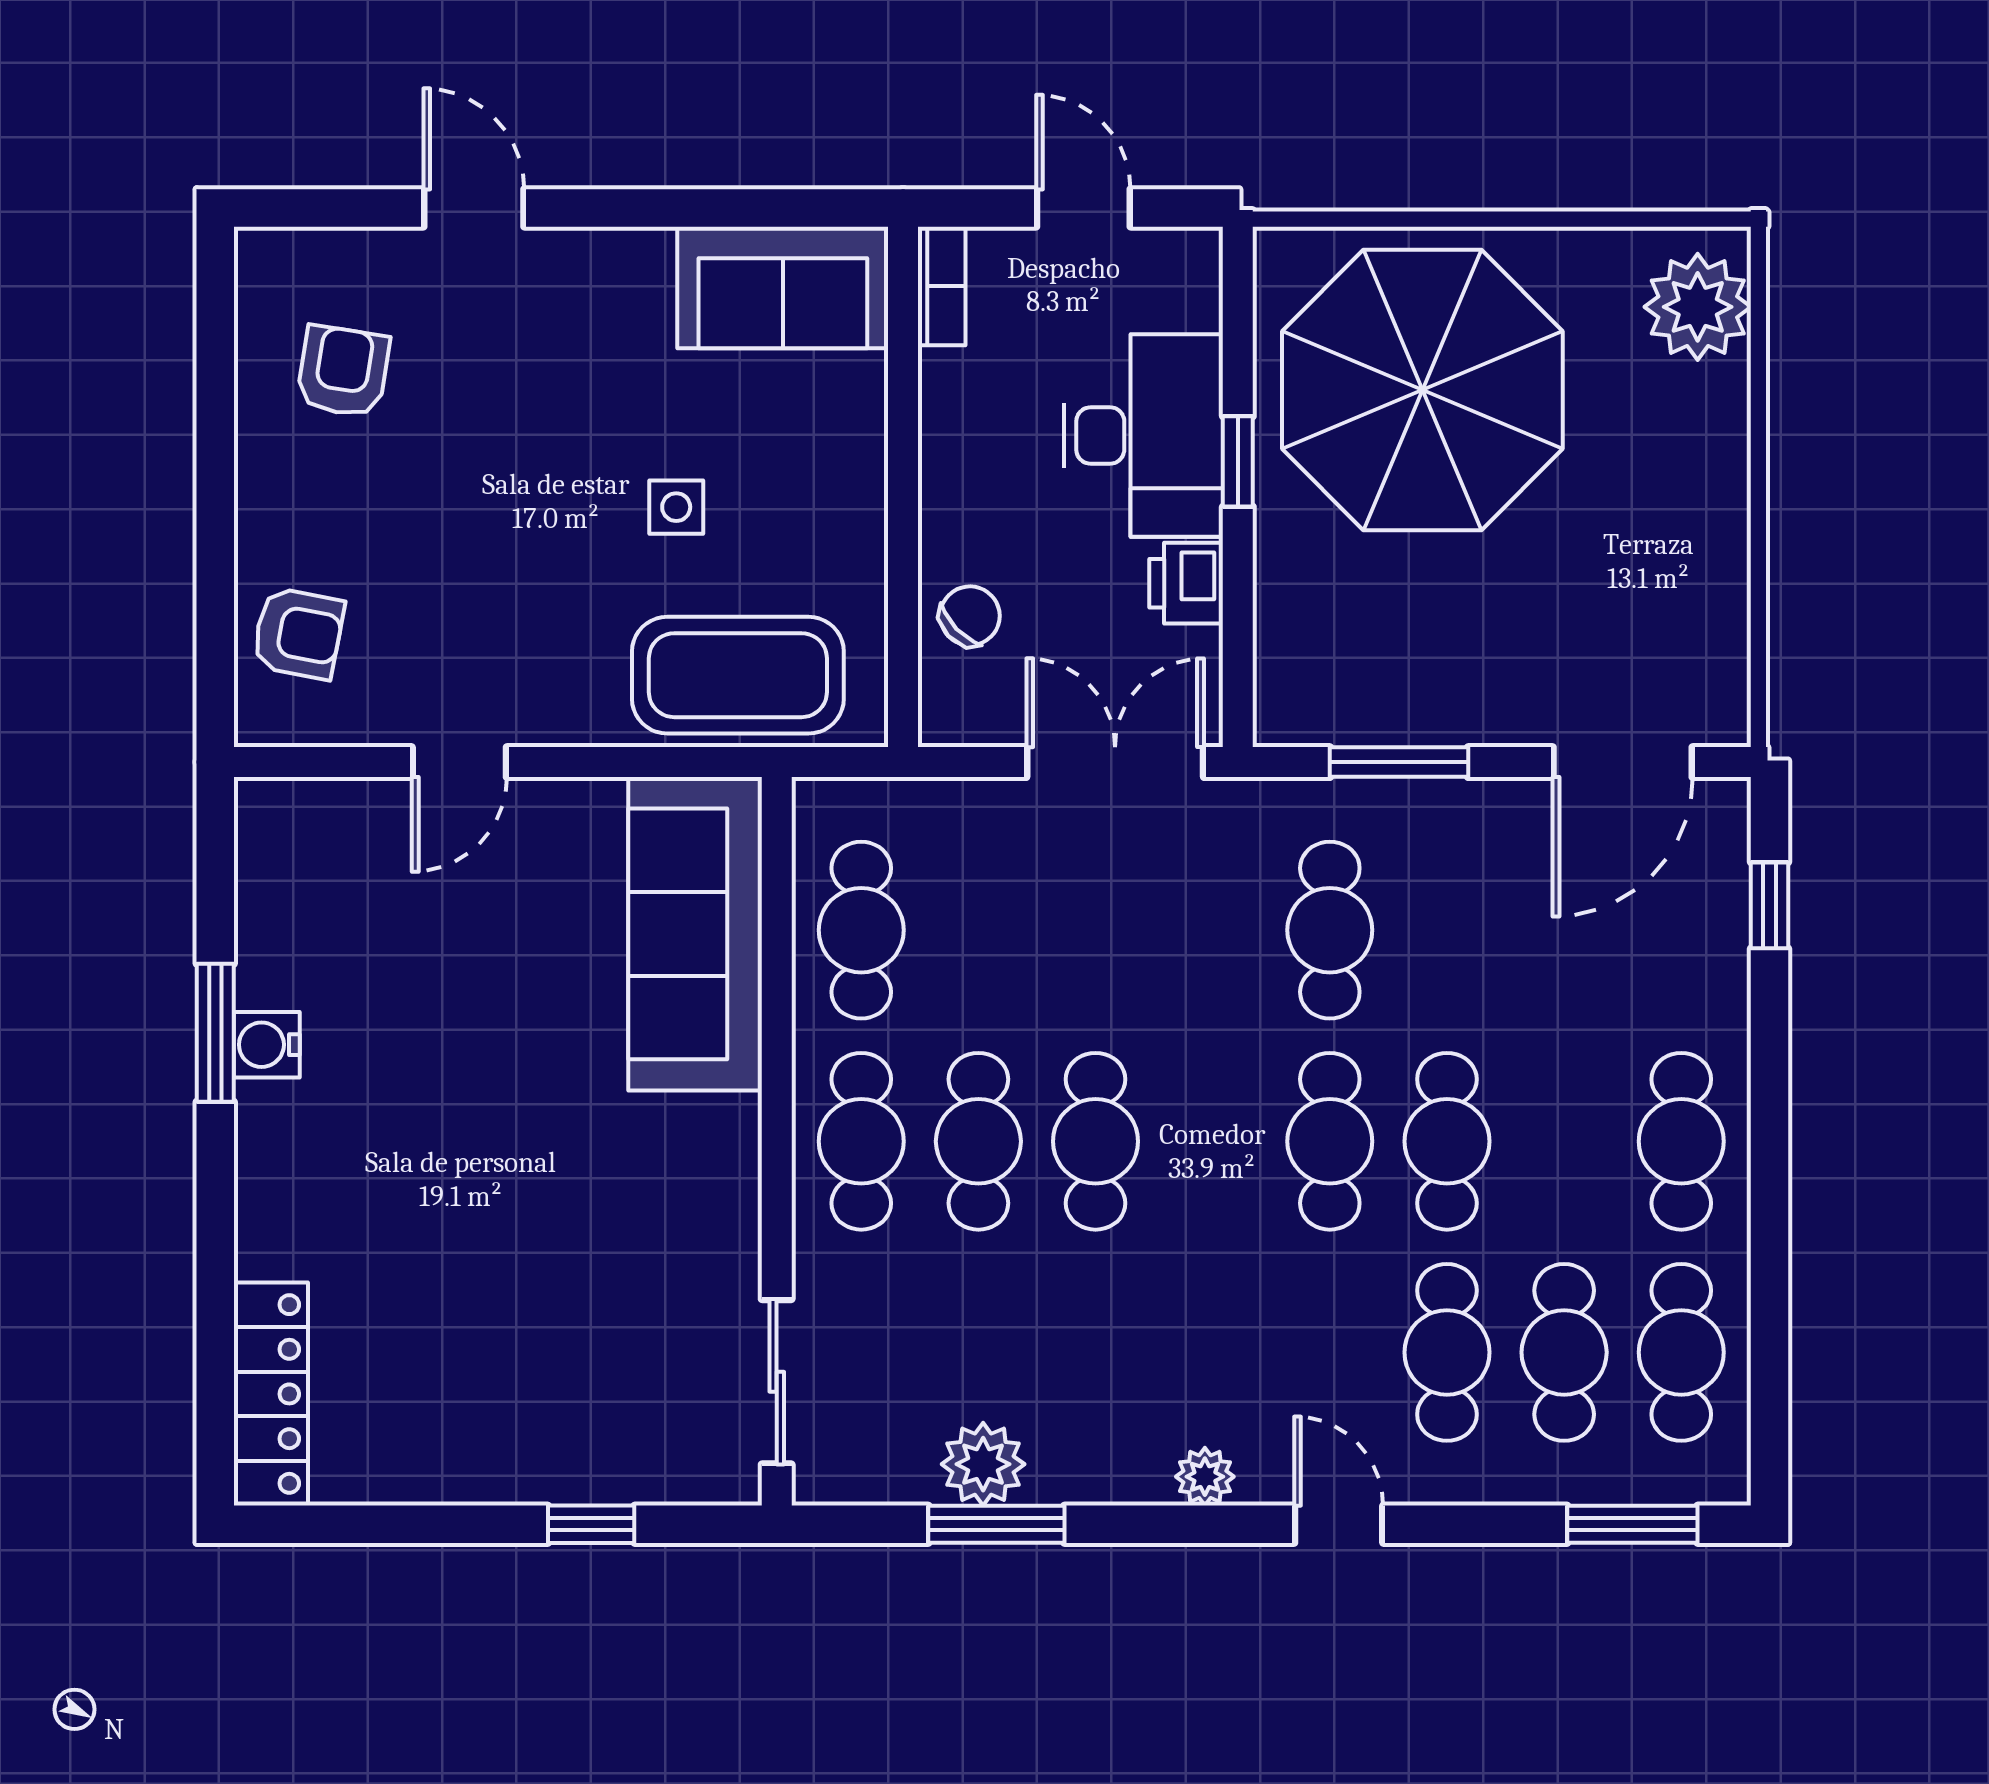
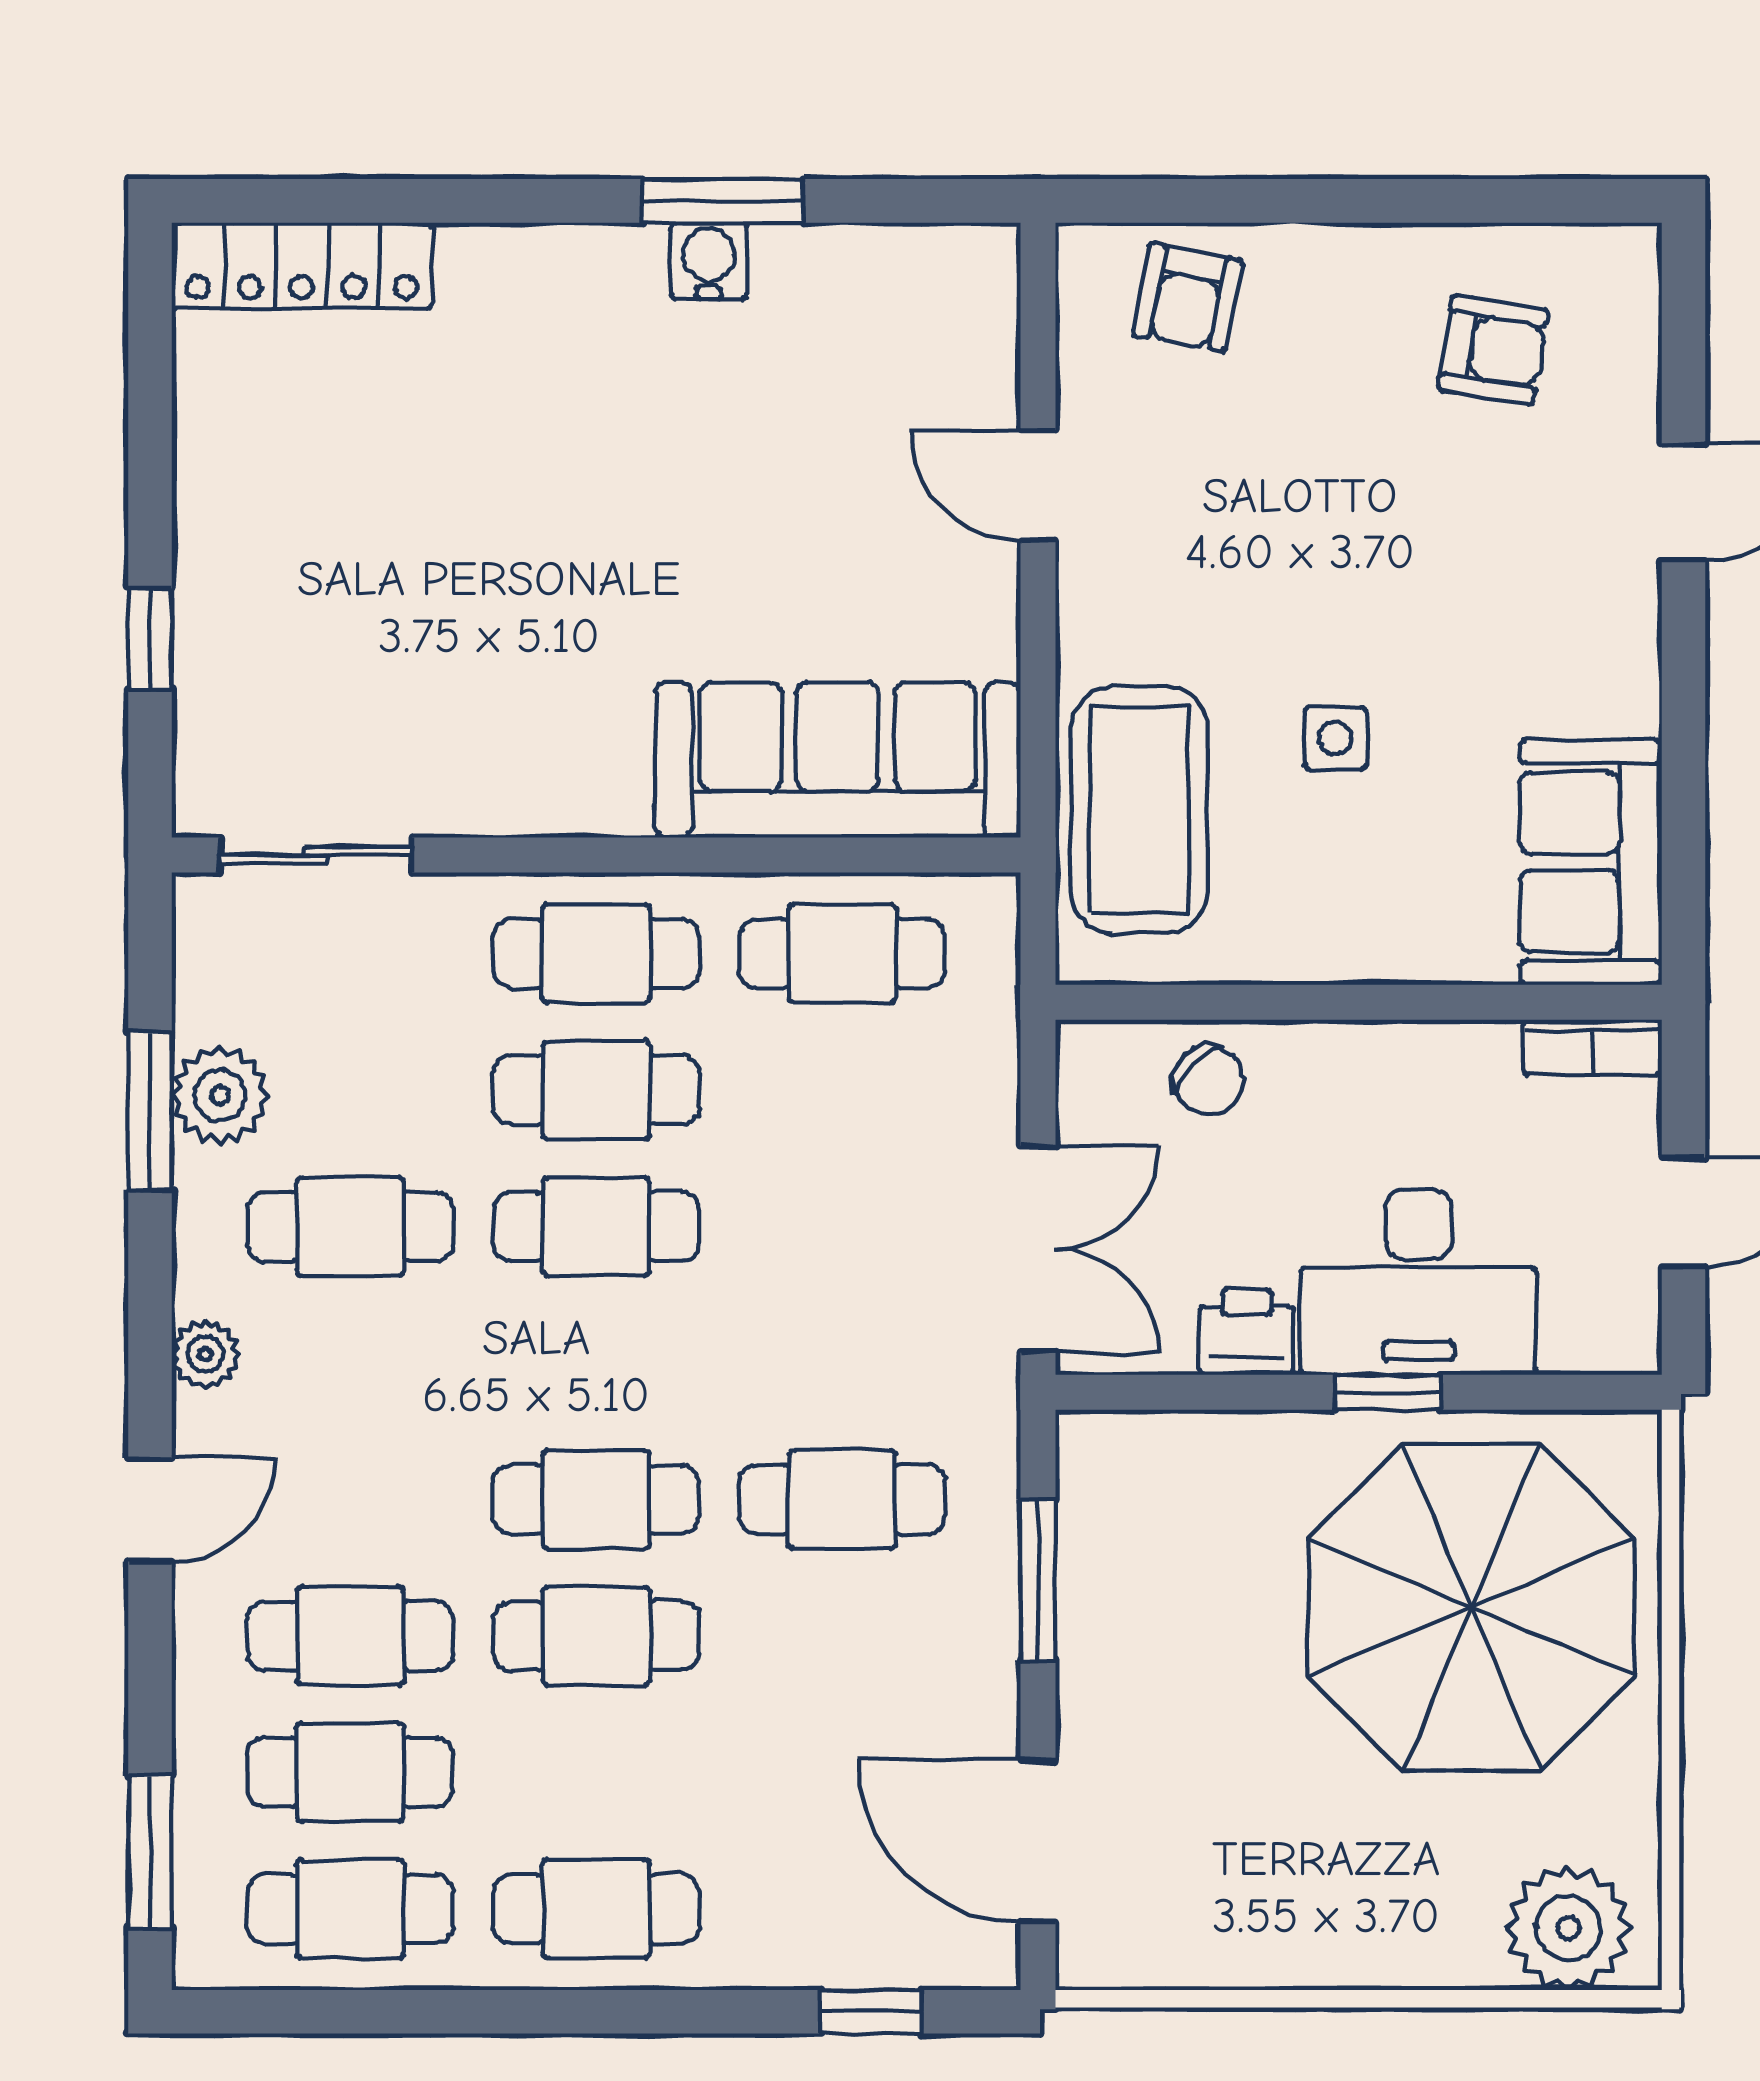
cafe table: (1096, 1352) -> (350, 1226), added

